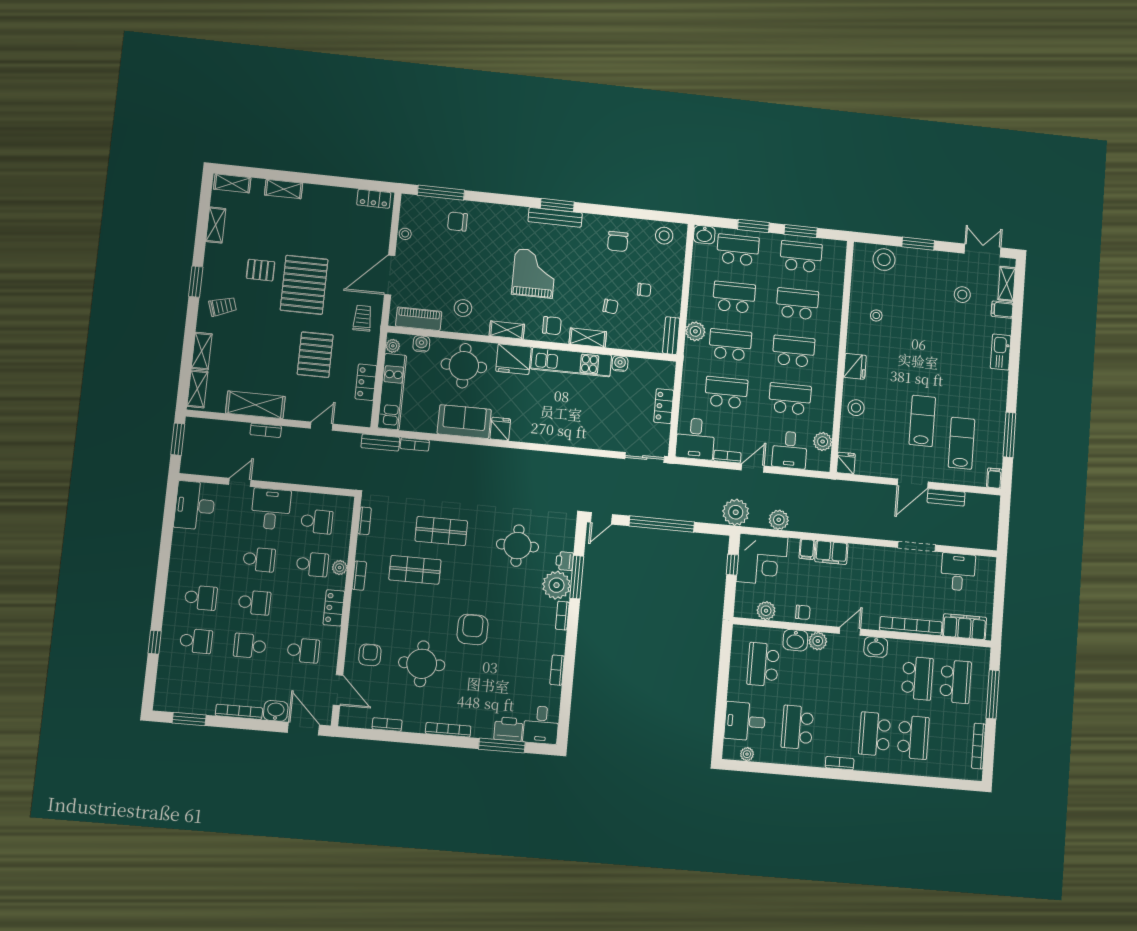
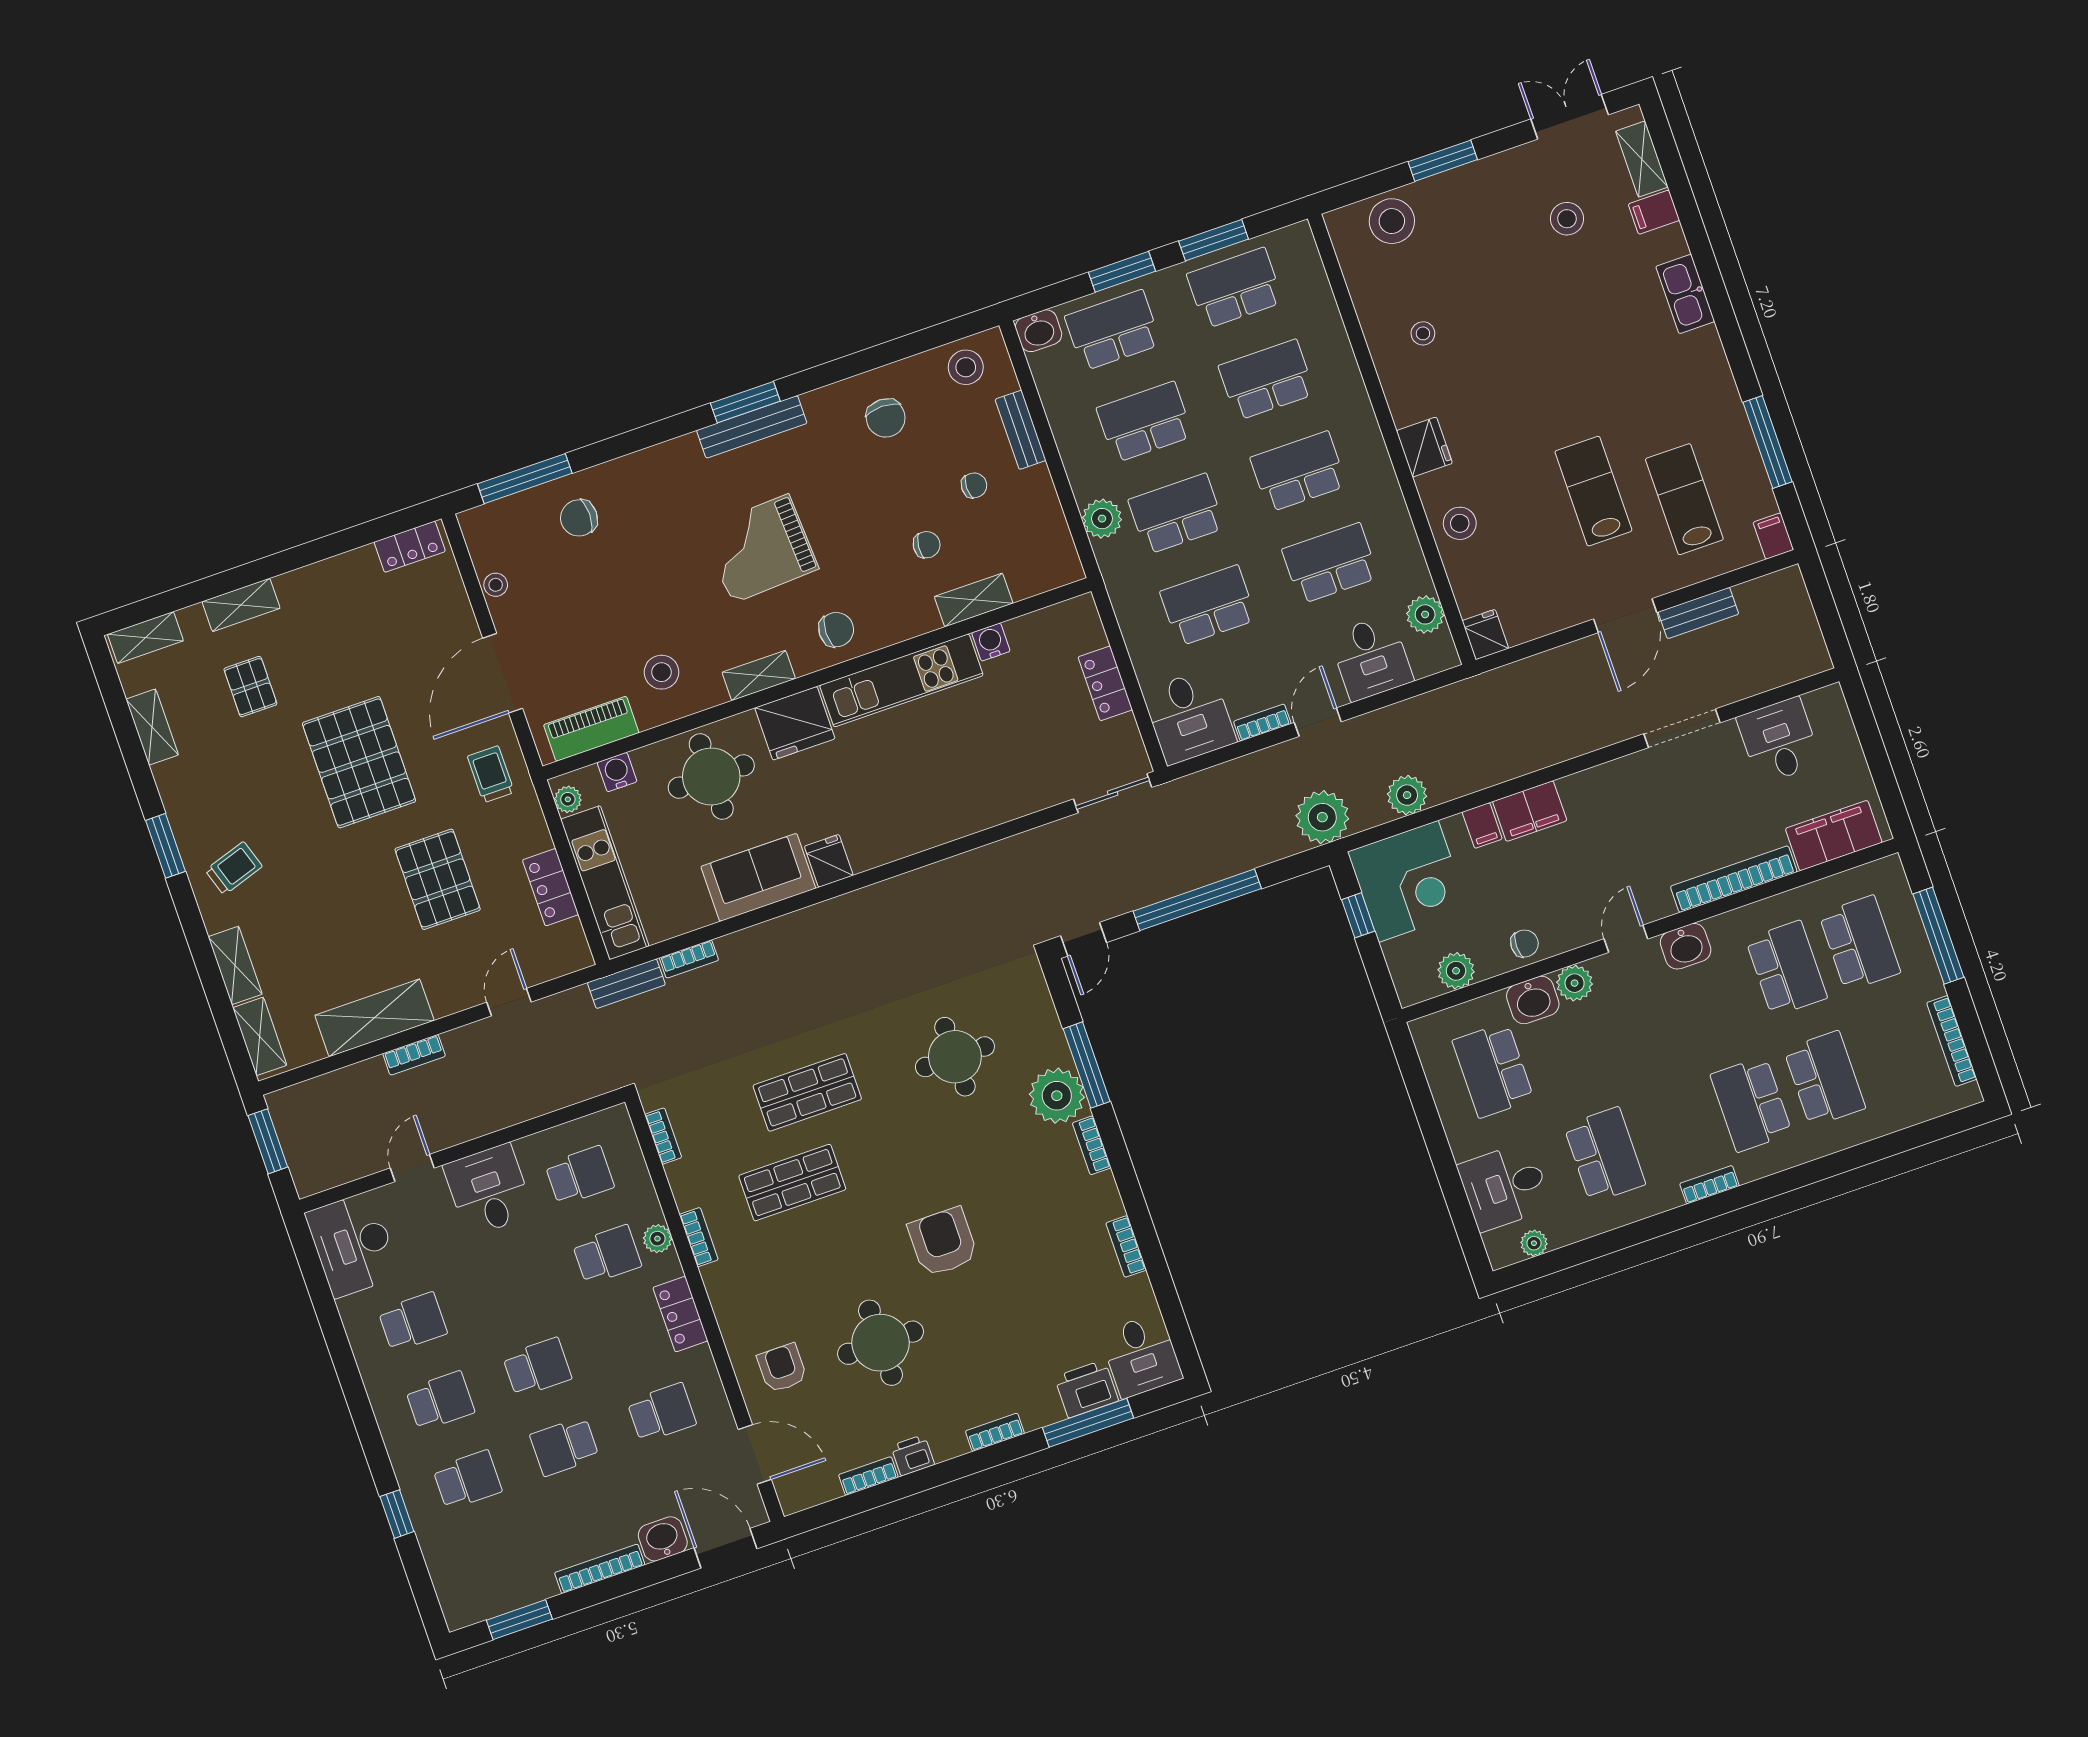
pallet: (261, 270) -> (250, 687), moved, turned 90
grand piano: (534, 273) -> (760, 549), turned -93
bench: (671, 336) -> (1021, 430), moved
shelving: (588, 338) -> (974, 600), moved
school desk: (259, 559) -> (413, 1322), moved
printer: (565, 561) -> (913, 1455), moved, turned 90
school desk: (797, 727) -> (1605, 1155), turned 180
bookcase: (448, 730) -> (995, 1432), width x0.64

